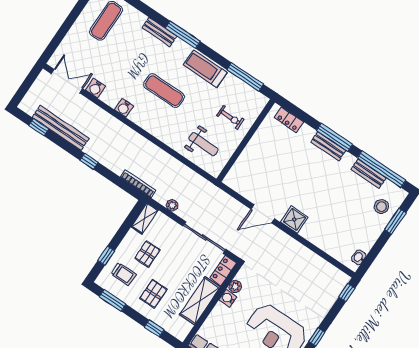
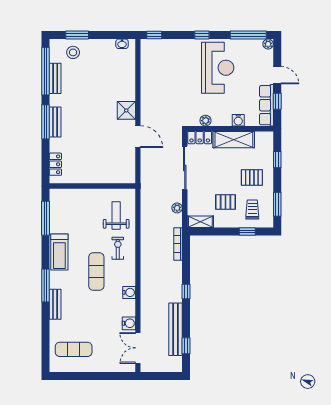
exercise bike: (230, 117) -> (118, 248), moved
water cooler: (228, 298) -> (238, 120), moved

